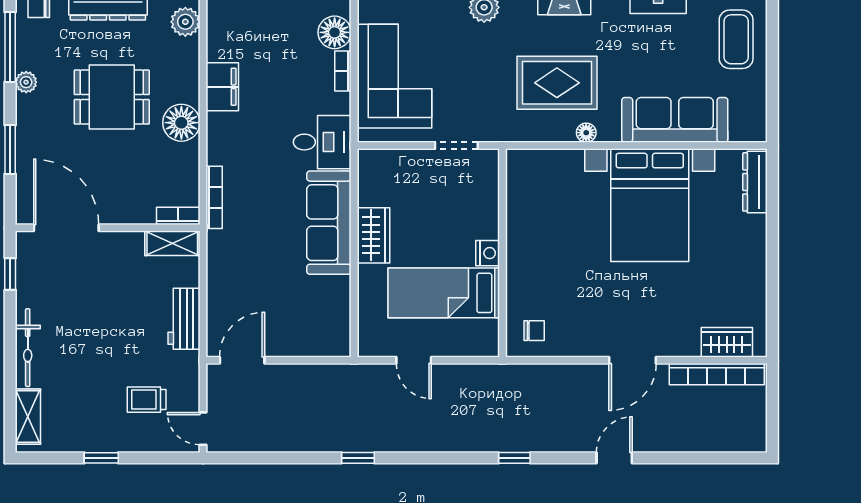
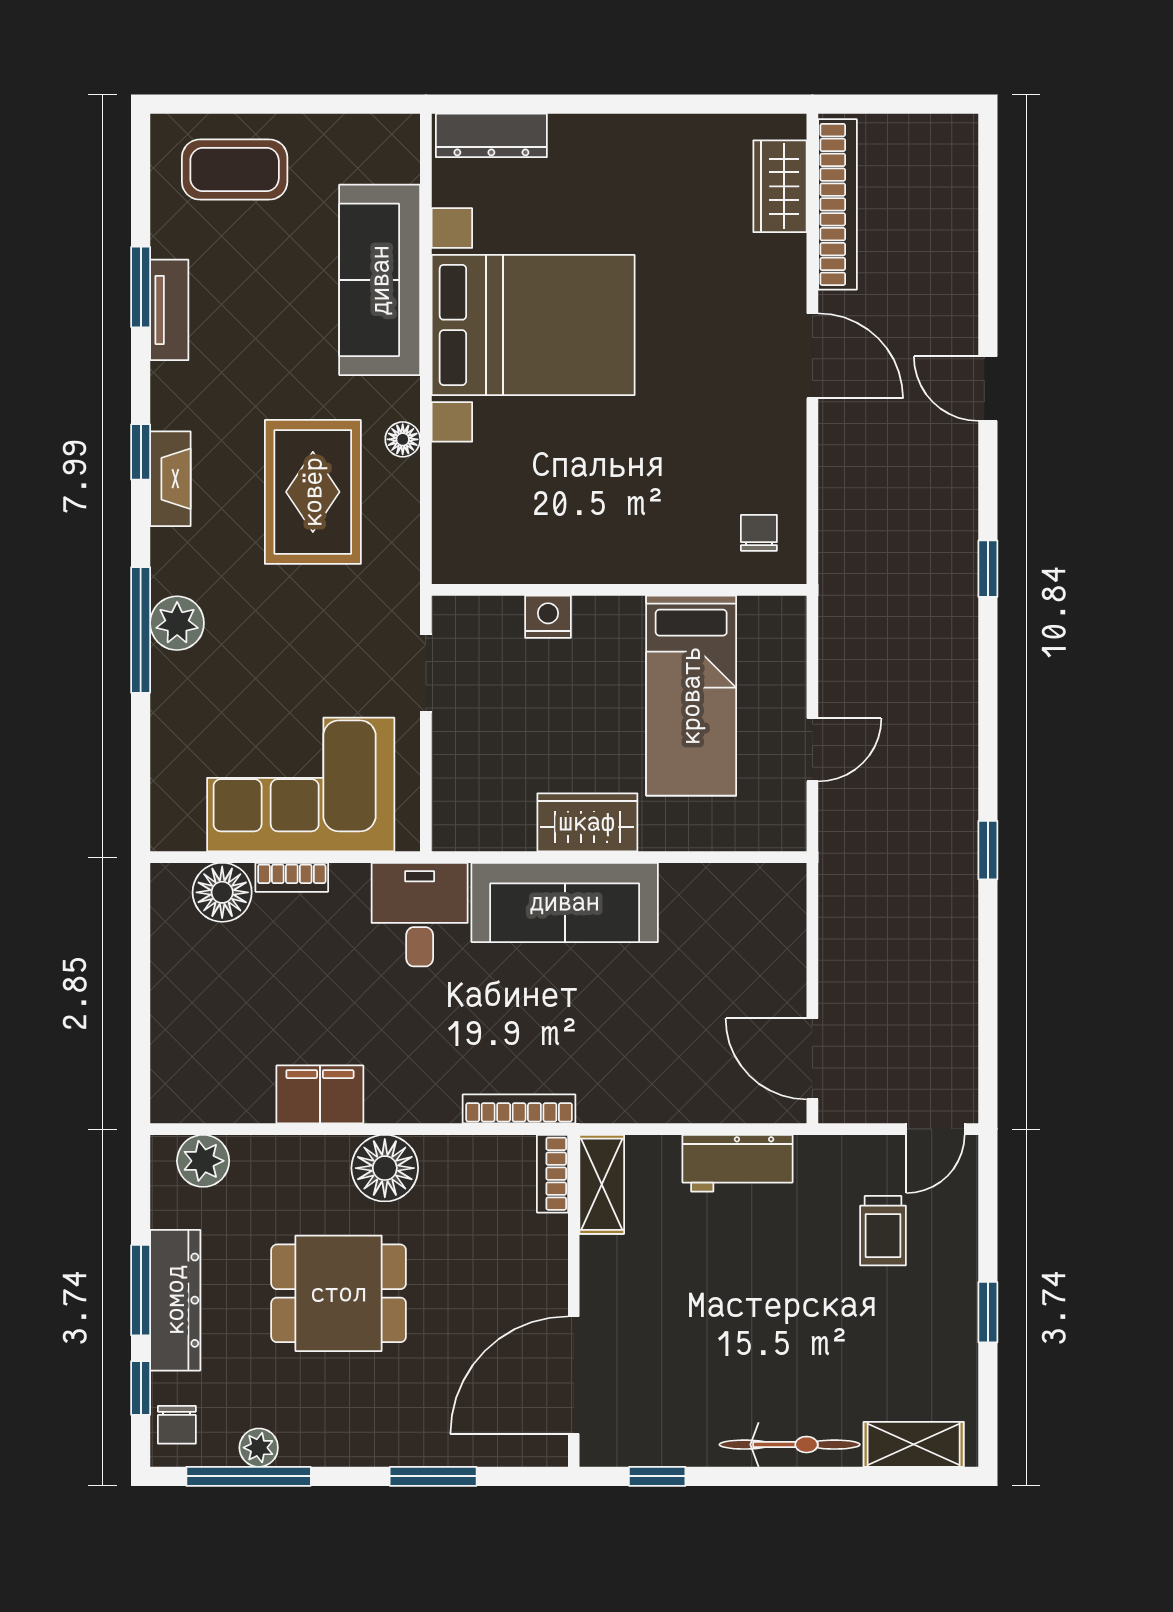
plant: (26, 82) -> (259, 1448), moved
dining table: (112, 97) -> (339, 1293), turned 90
nightstand: (488, 253) -> (548, 617), moved

